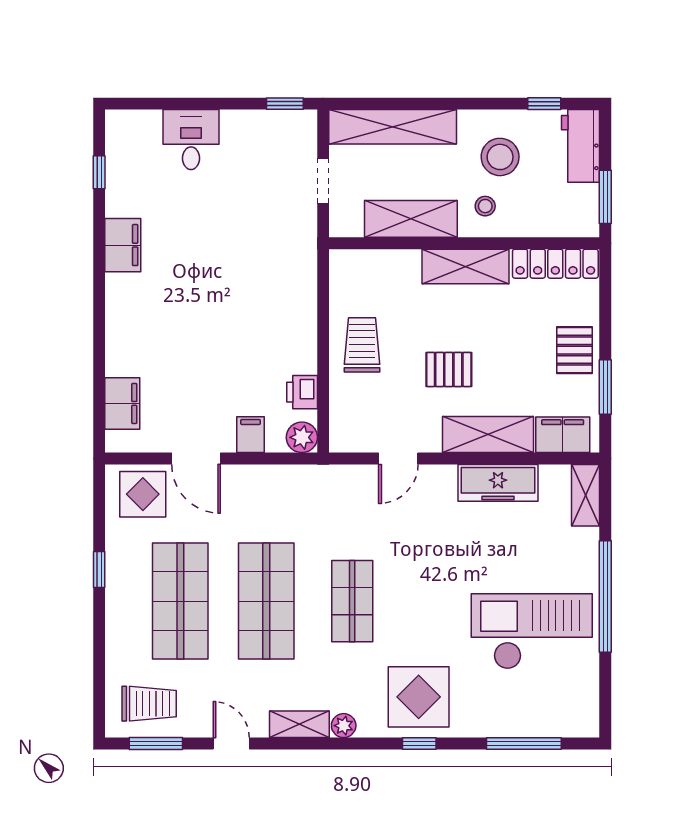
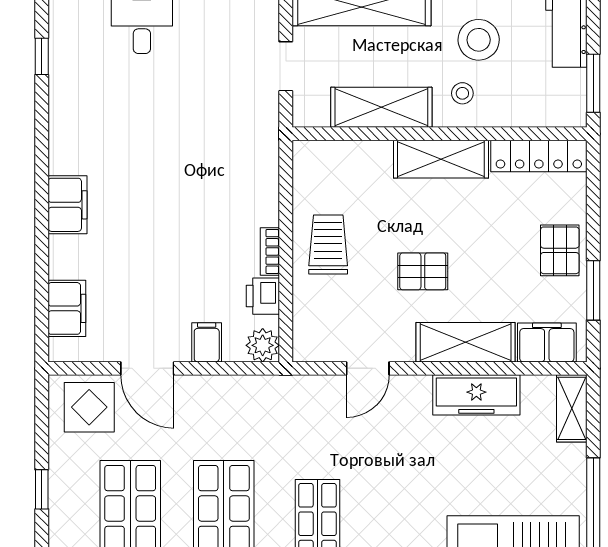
filing cabinet: (123, 245) -> (67, 205), moved
bookcase: (309, 351) -> (270, 251), added

